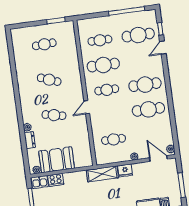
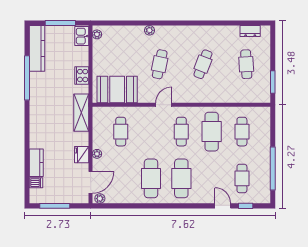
cafe table: (138, 35) -> (242, 178), width x0.73, depth x0.74
door: (87, 107) -> (164, 105), hinge flipped
dresser: (30, 140) -> (250, 31), moved
booth: (57, 160) -> (117, 90), moved, turned 90
fridge: (125, 170) -> (82, 155), moved
cooker: (56, 180) -> (82, 76), moved

